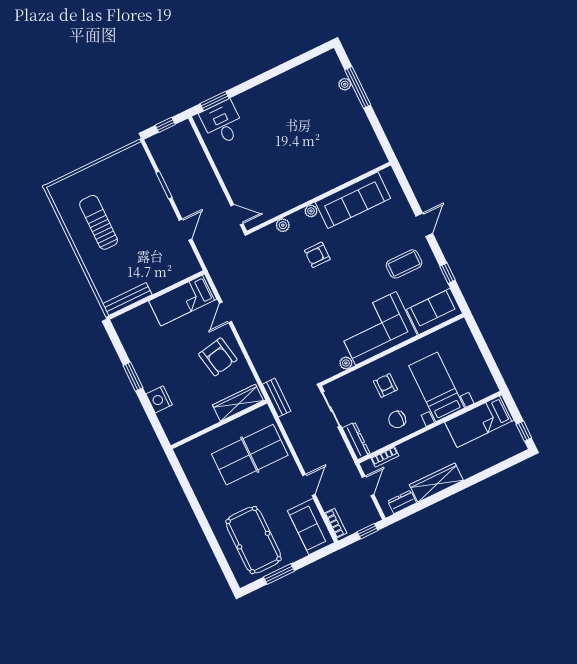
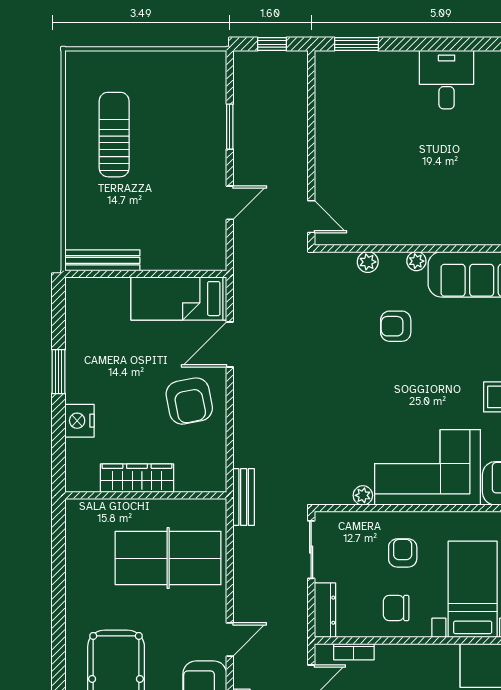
desk: (222, 123) -> (447, 80), moved
door: (225, 312) -> (230, 344), width x1.38
wardrobe: (238, 403) -> (137, 478), moved

